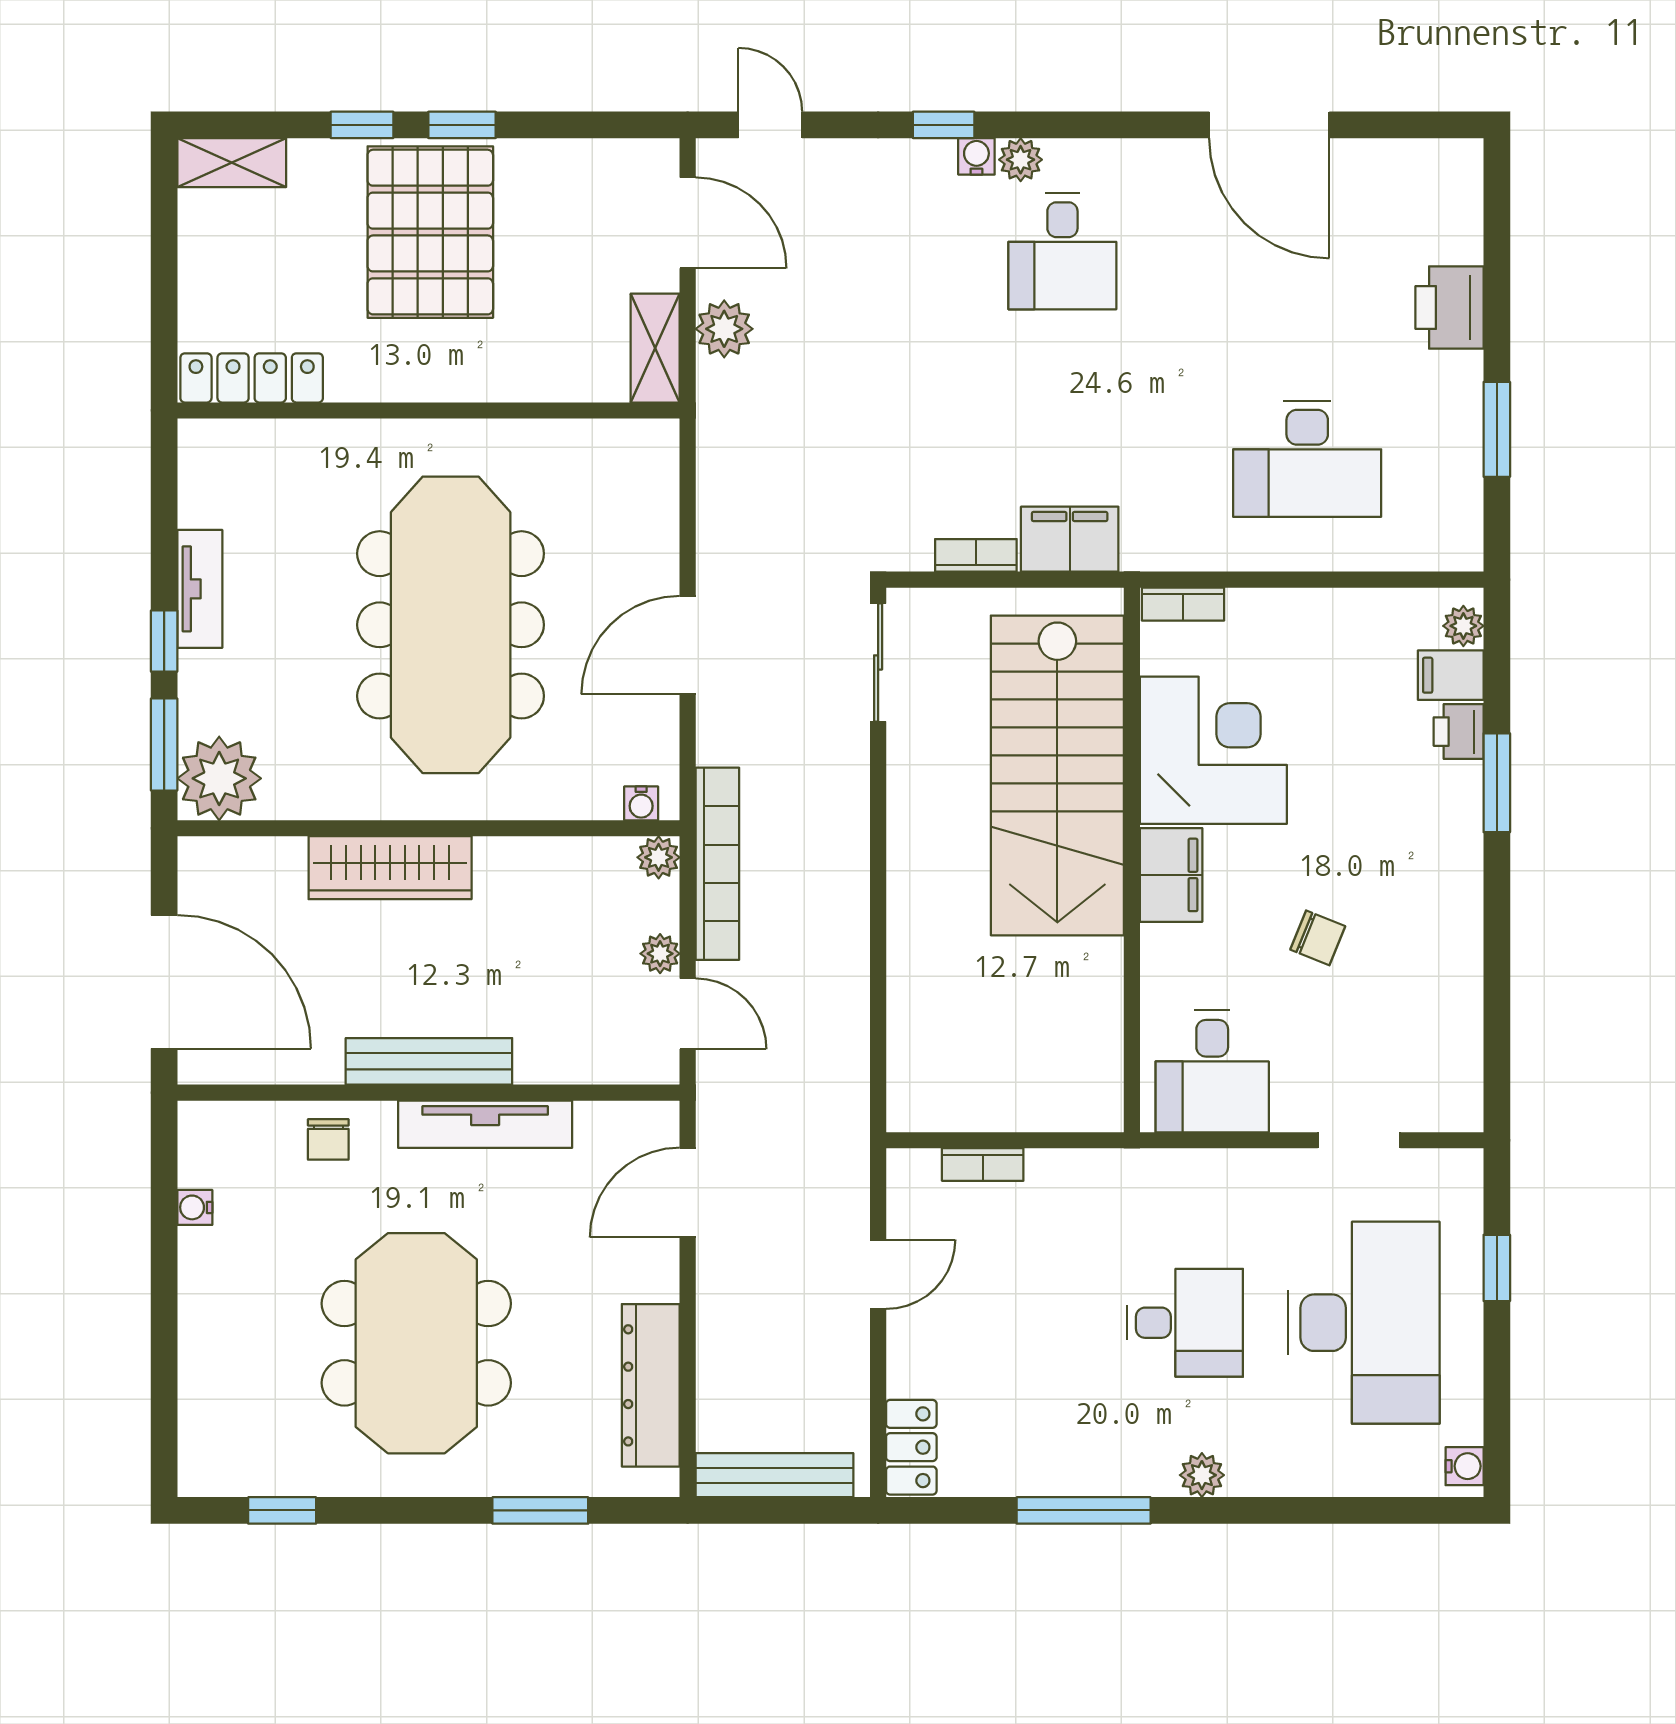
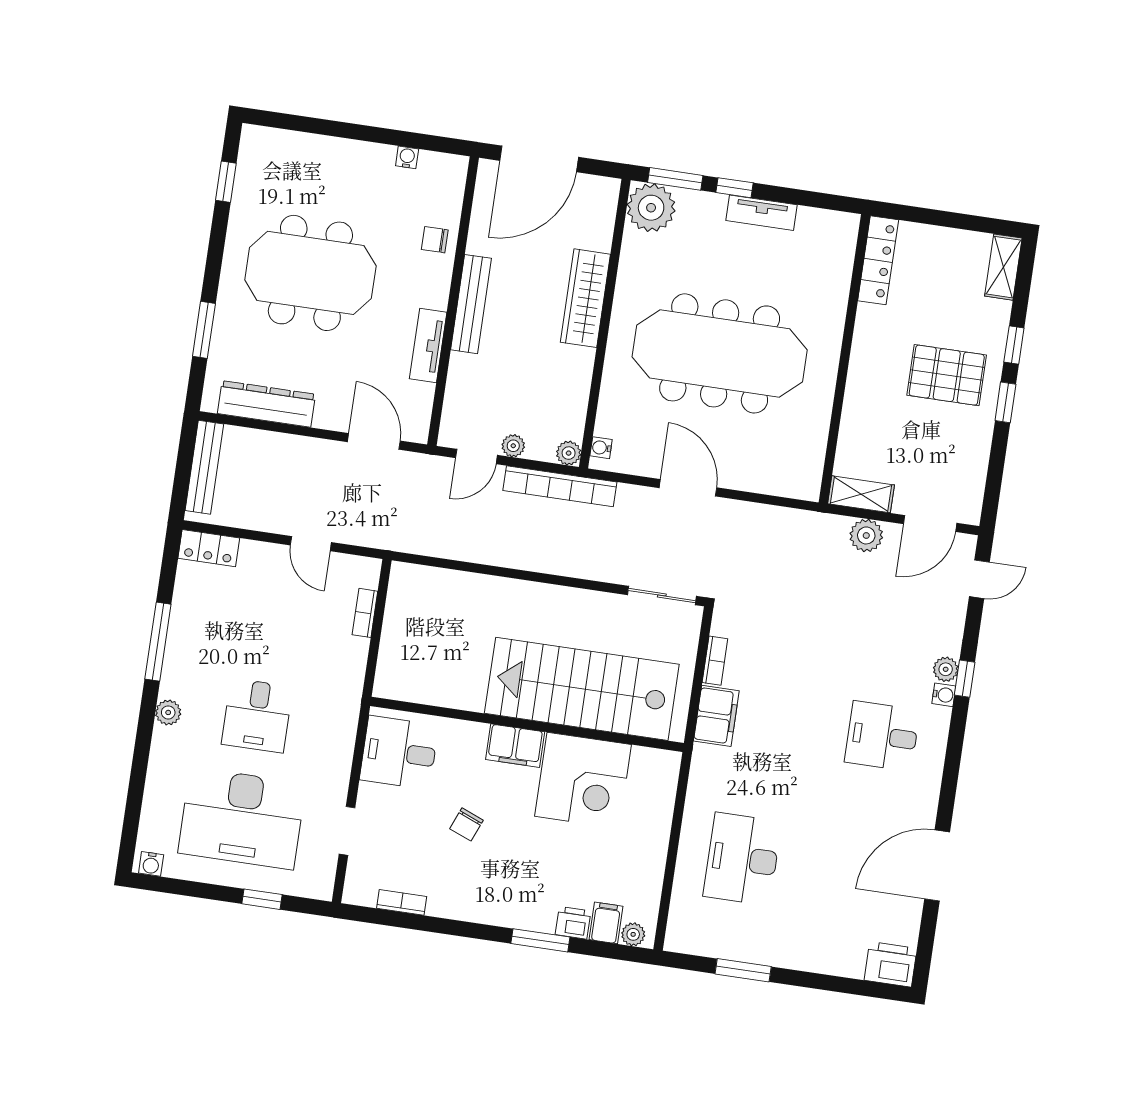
plant: (1021, 160) -> (946, 669), moved
pallet: (430, 232) -> (947, 375), width x0.73, depth x0.71
printer: (1450, 308) -> (891, 964), moved
bookcase: (1183, 604) -> (402, 902), moved, turned 90
tv unit: (485, 1124) -> (428, 345), width x0.71

